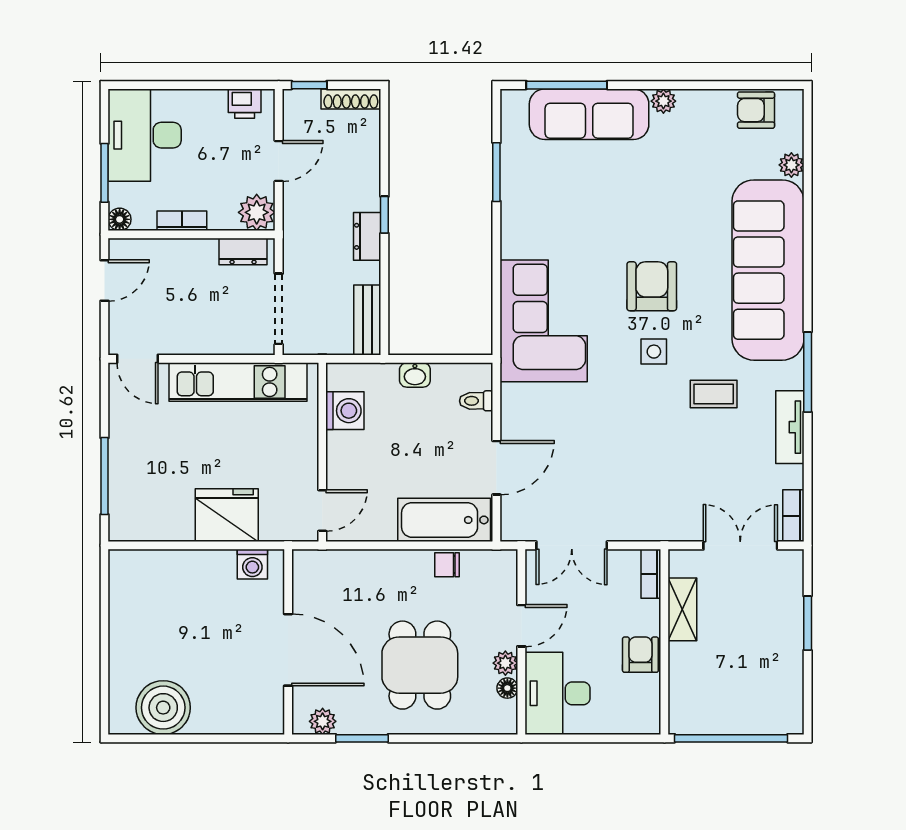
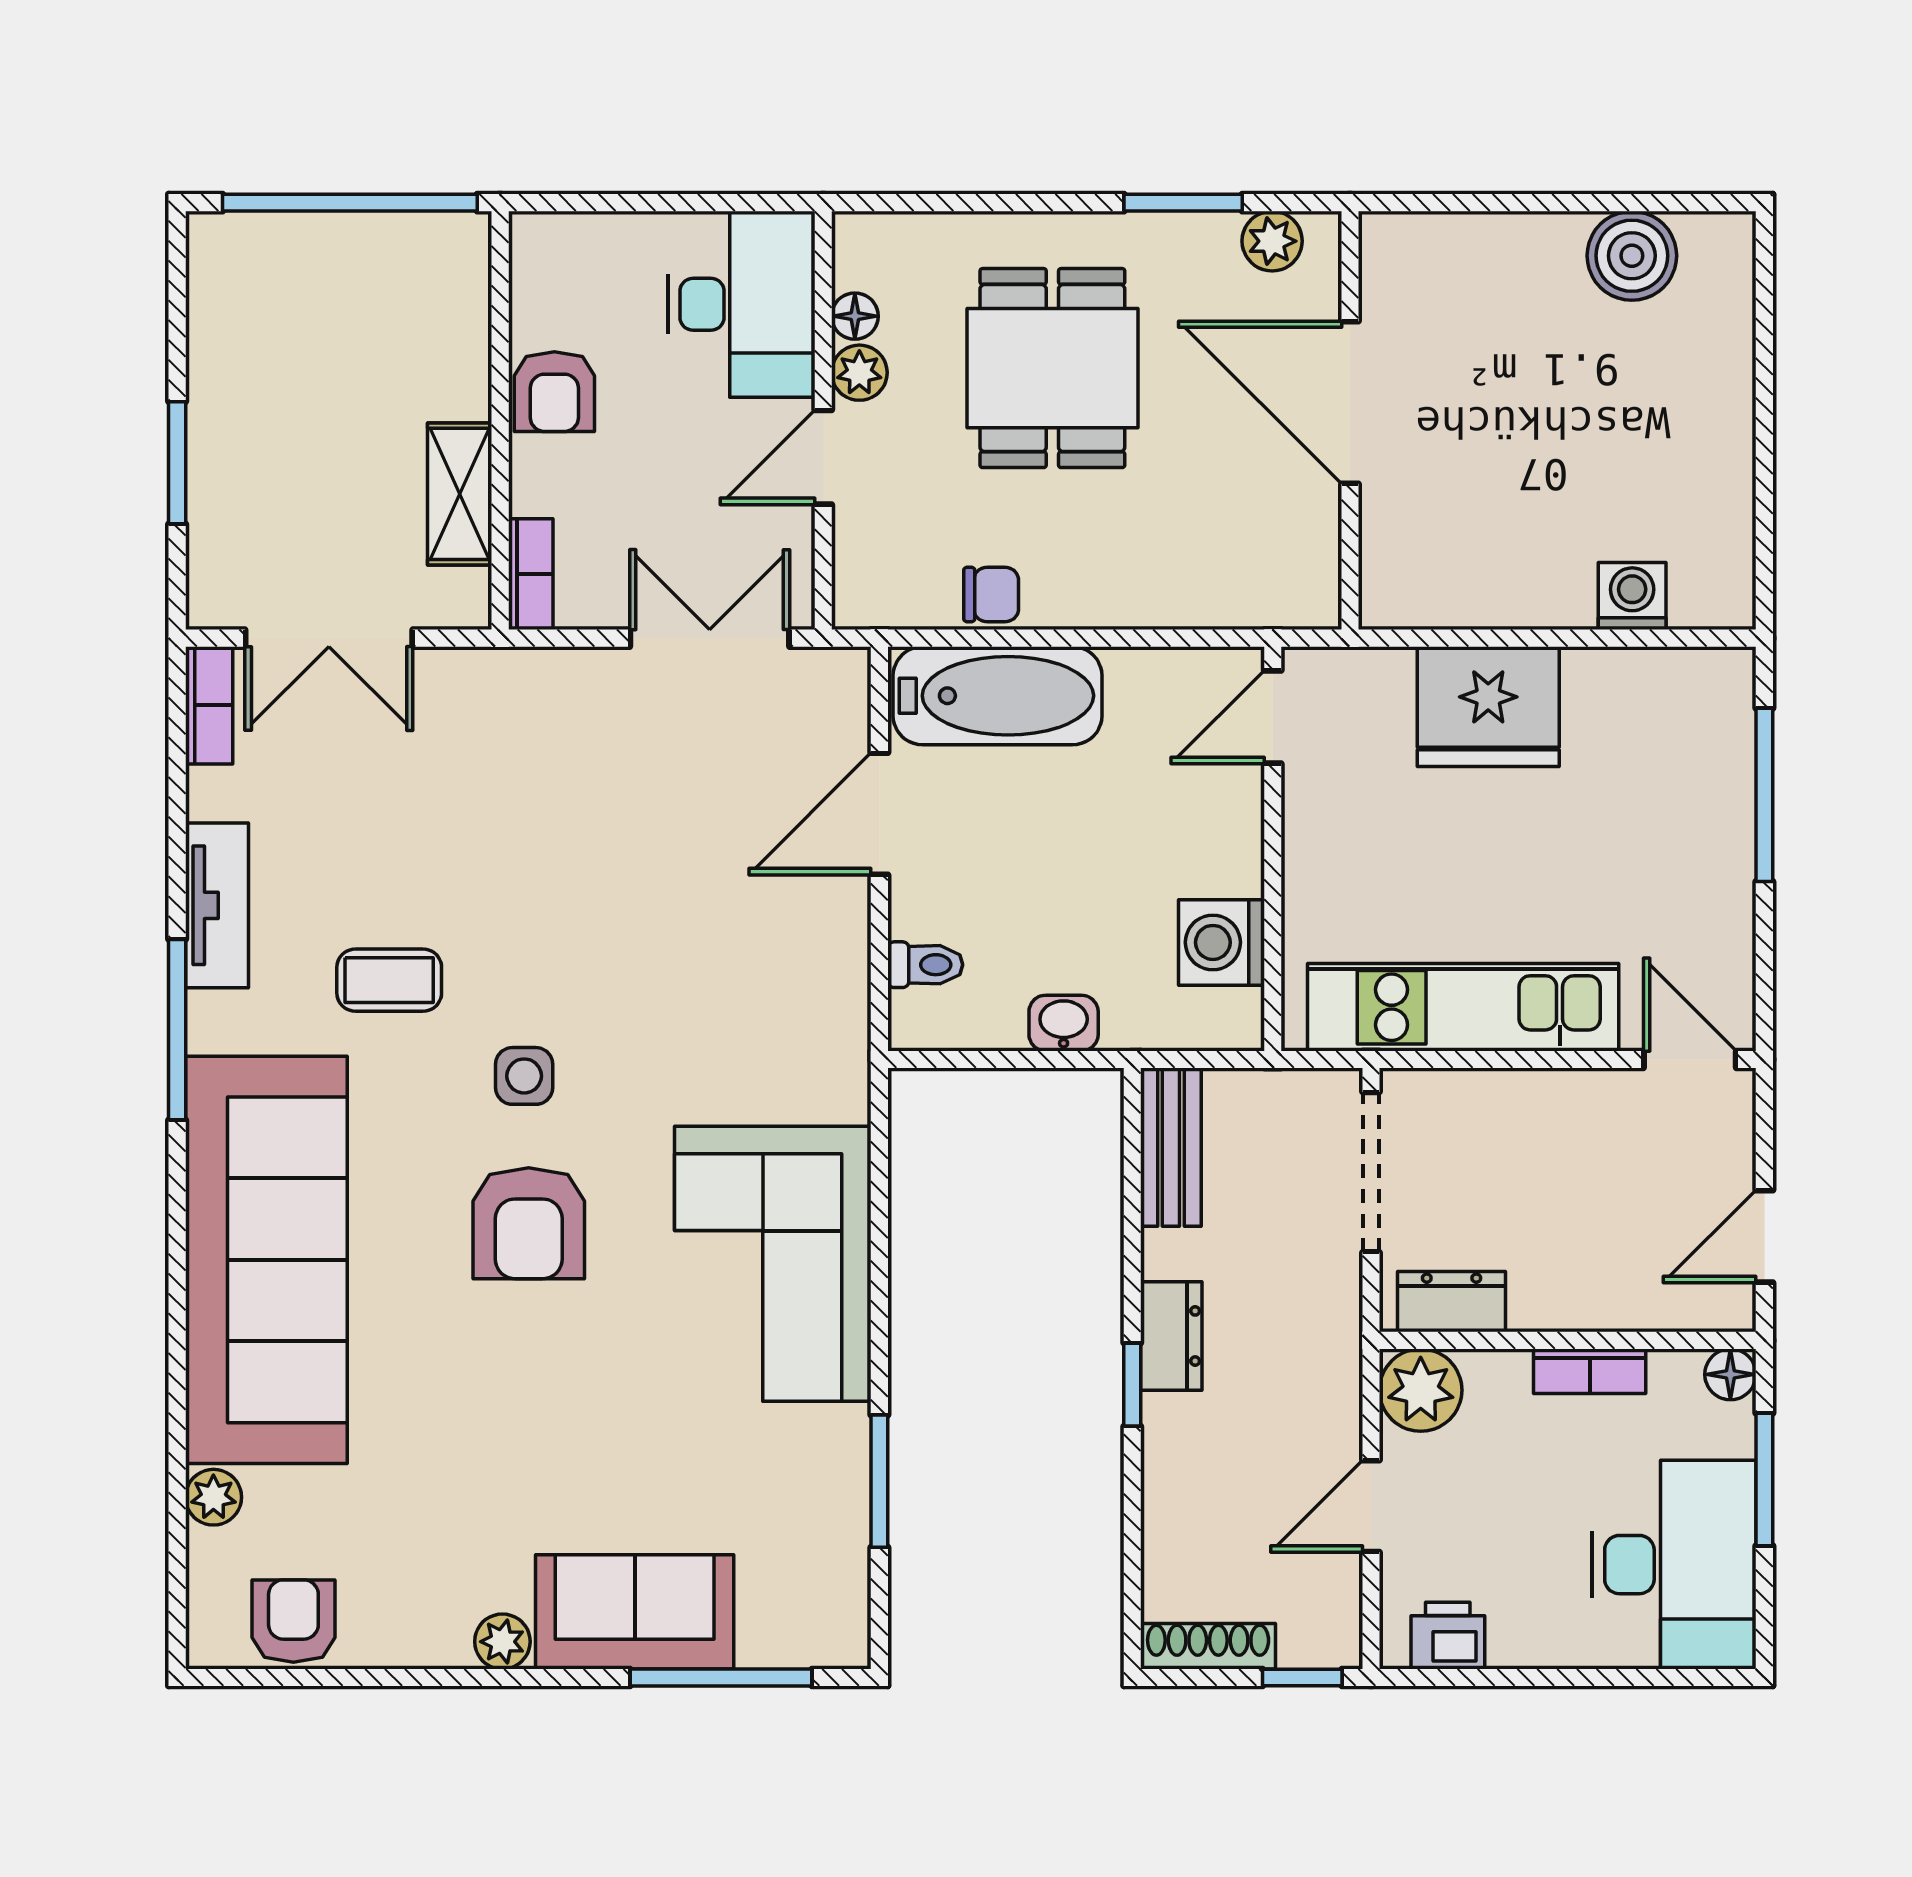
armchair: (756, 110) -> (293, 1621), turned -90
sofa: (589, 114) -> (635, 1612), width x0.73
corner sofa: (544, 321) -> (773, 1264), moved
washing machine: (252, 564) -> (1632, 596), moved
boiler: (163, 708) -> (1632, 256), width x0.73, depth x0.73

